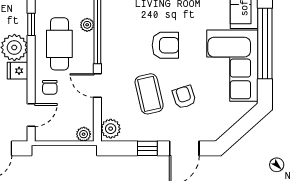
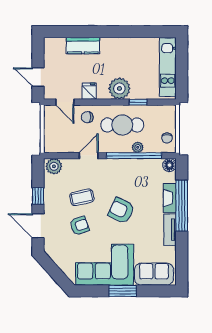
window: (265, 43) -> (123, 291), width x0.47
armchair: (165, 45) -> (121, 211), turned 116
fridge: (17, 71) -> (89, 91), moved
coffee table: (149, 94) -> (82, 197), width x0.73, depth x0.77
plant: (84, 134) -> (49, 144), removed

